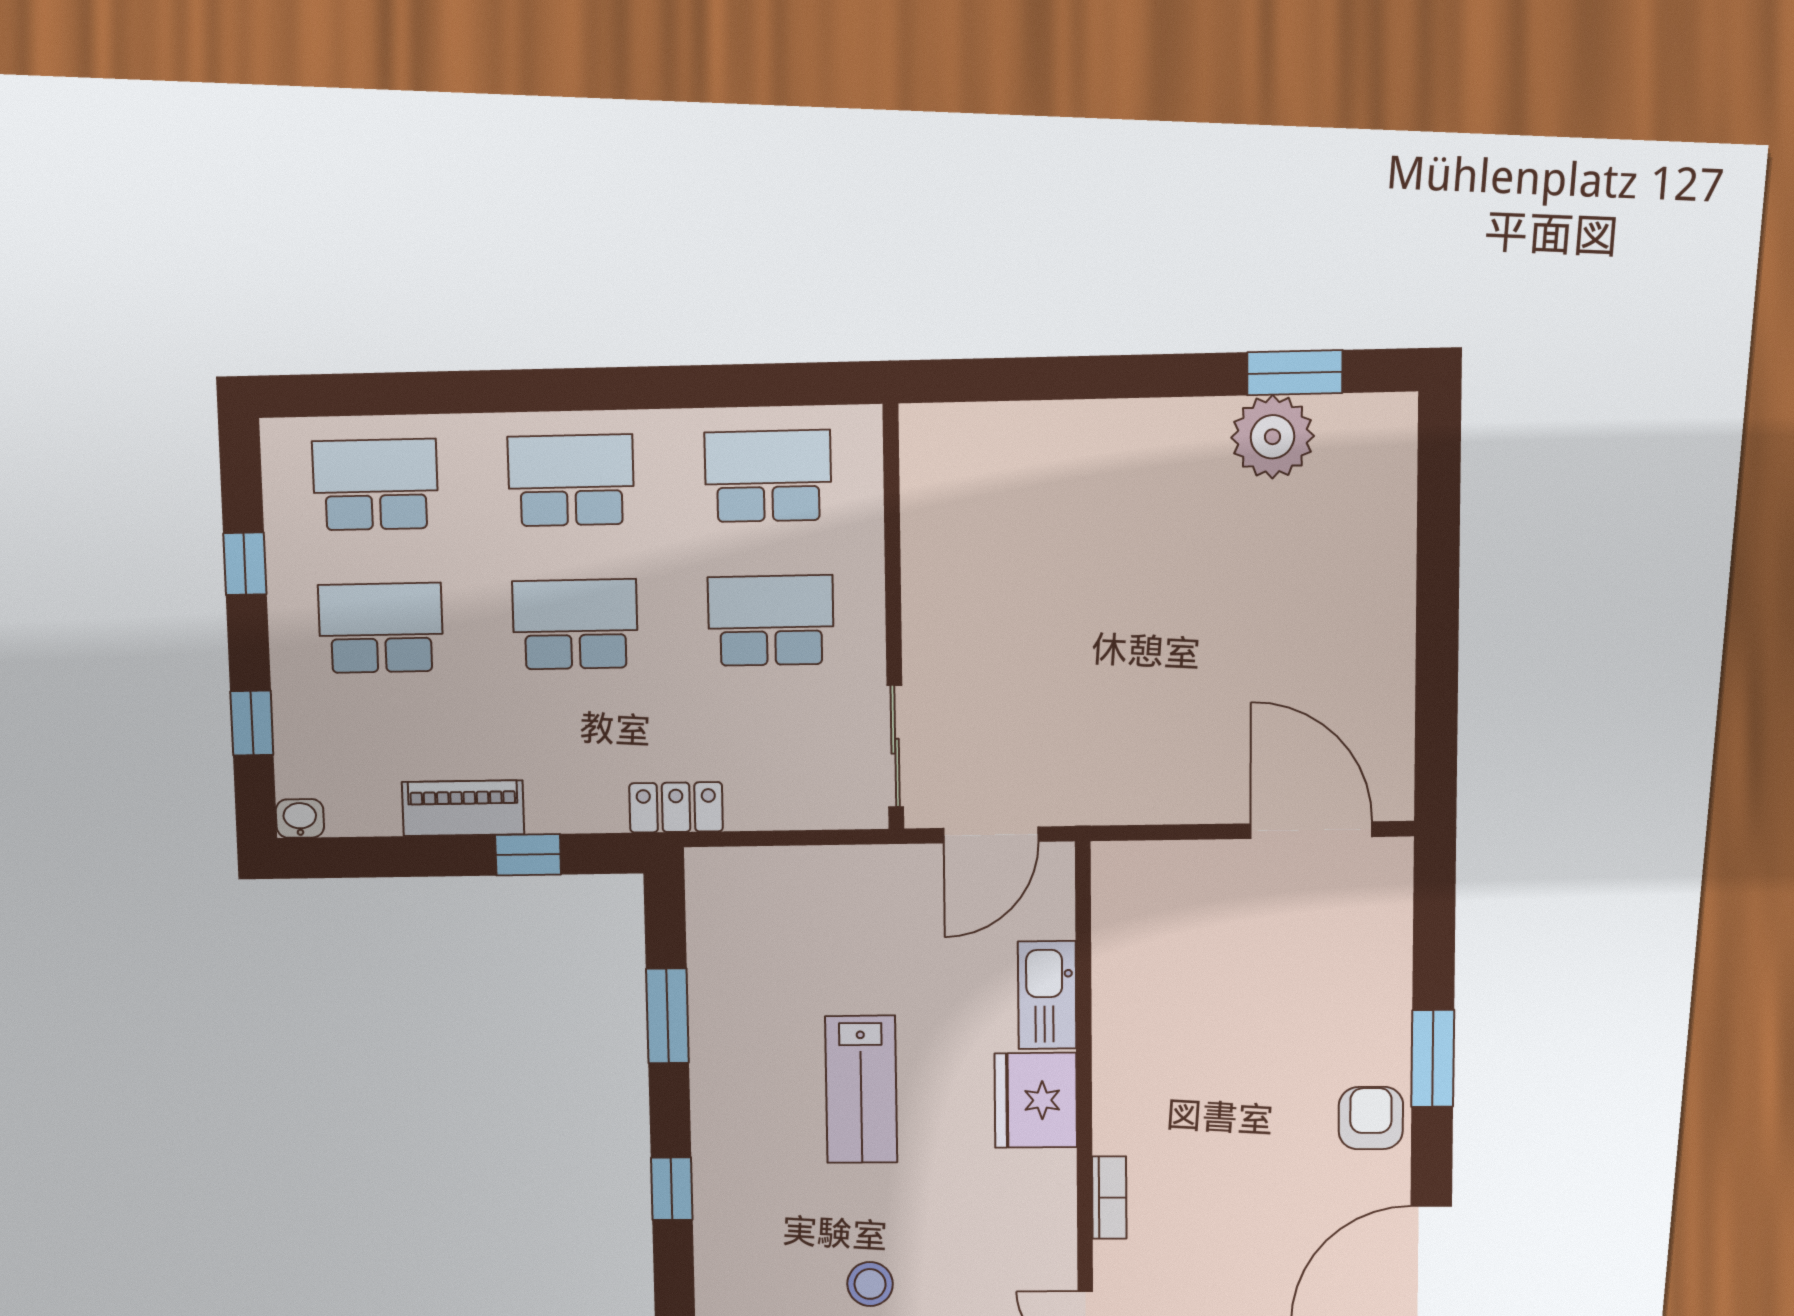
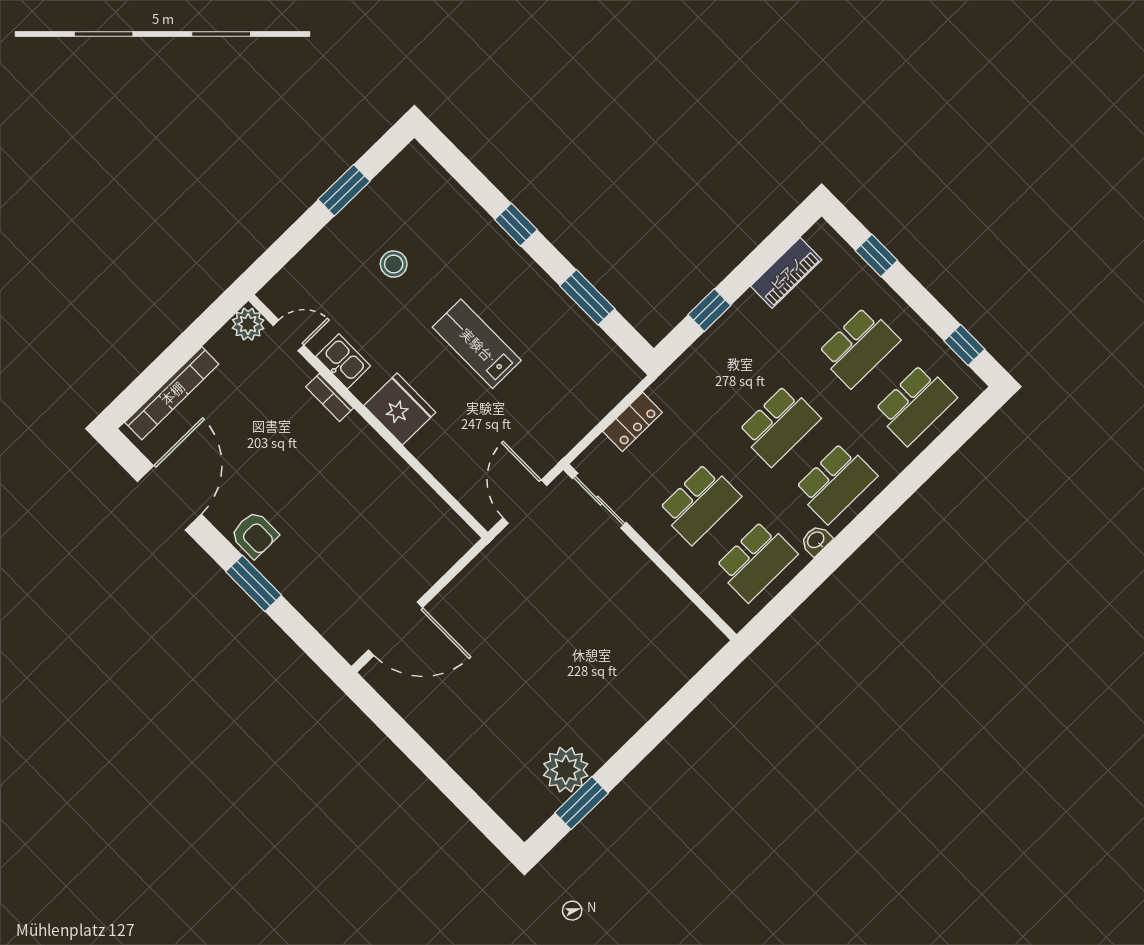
window: (245, 564) -> (964, 345), moved
locker: (676, 807) -> (633, 422), moved
piano: (463, 808) -> (786, 273), moved
washbasin: (300, 818) -> (816, 540), moved, turned 180
kitchen sink: (1047, 995) -> (343, 361), moved, width x0.73

